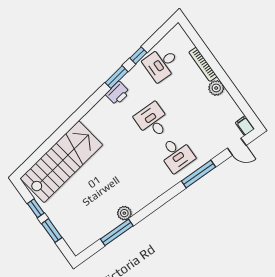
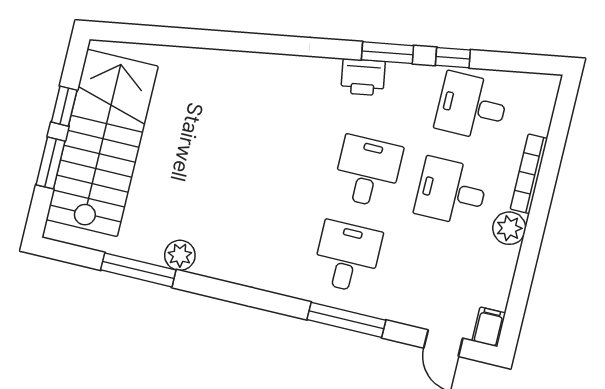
desk: (185, 97) -> (451, 192), added
desk: (176, 154) -> (347, 257), turned 180
stairs: (61, 162) -> (102, 143), moved, turned -81

